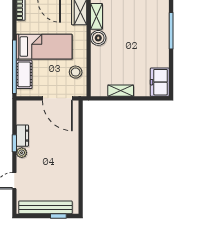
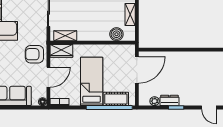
boiler: (98, 38) -> (116, 34), moved
stool: (76, 72) -> (114, 54), removed
plant: (22, 153) -> (155, 101), moved

